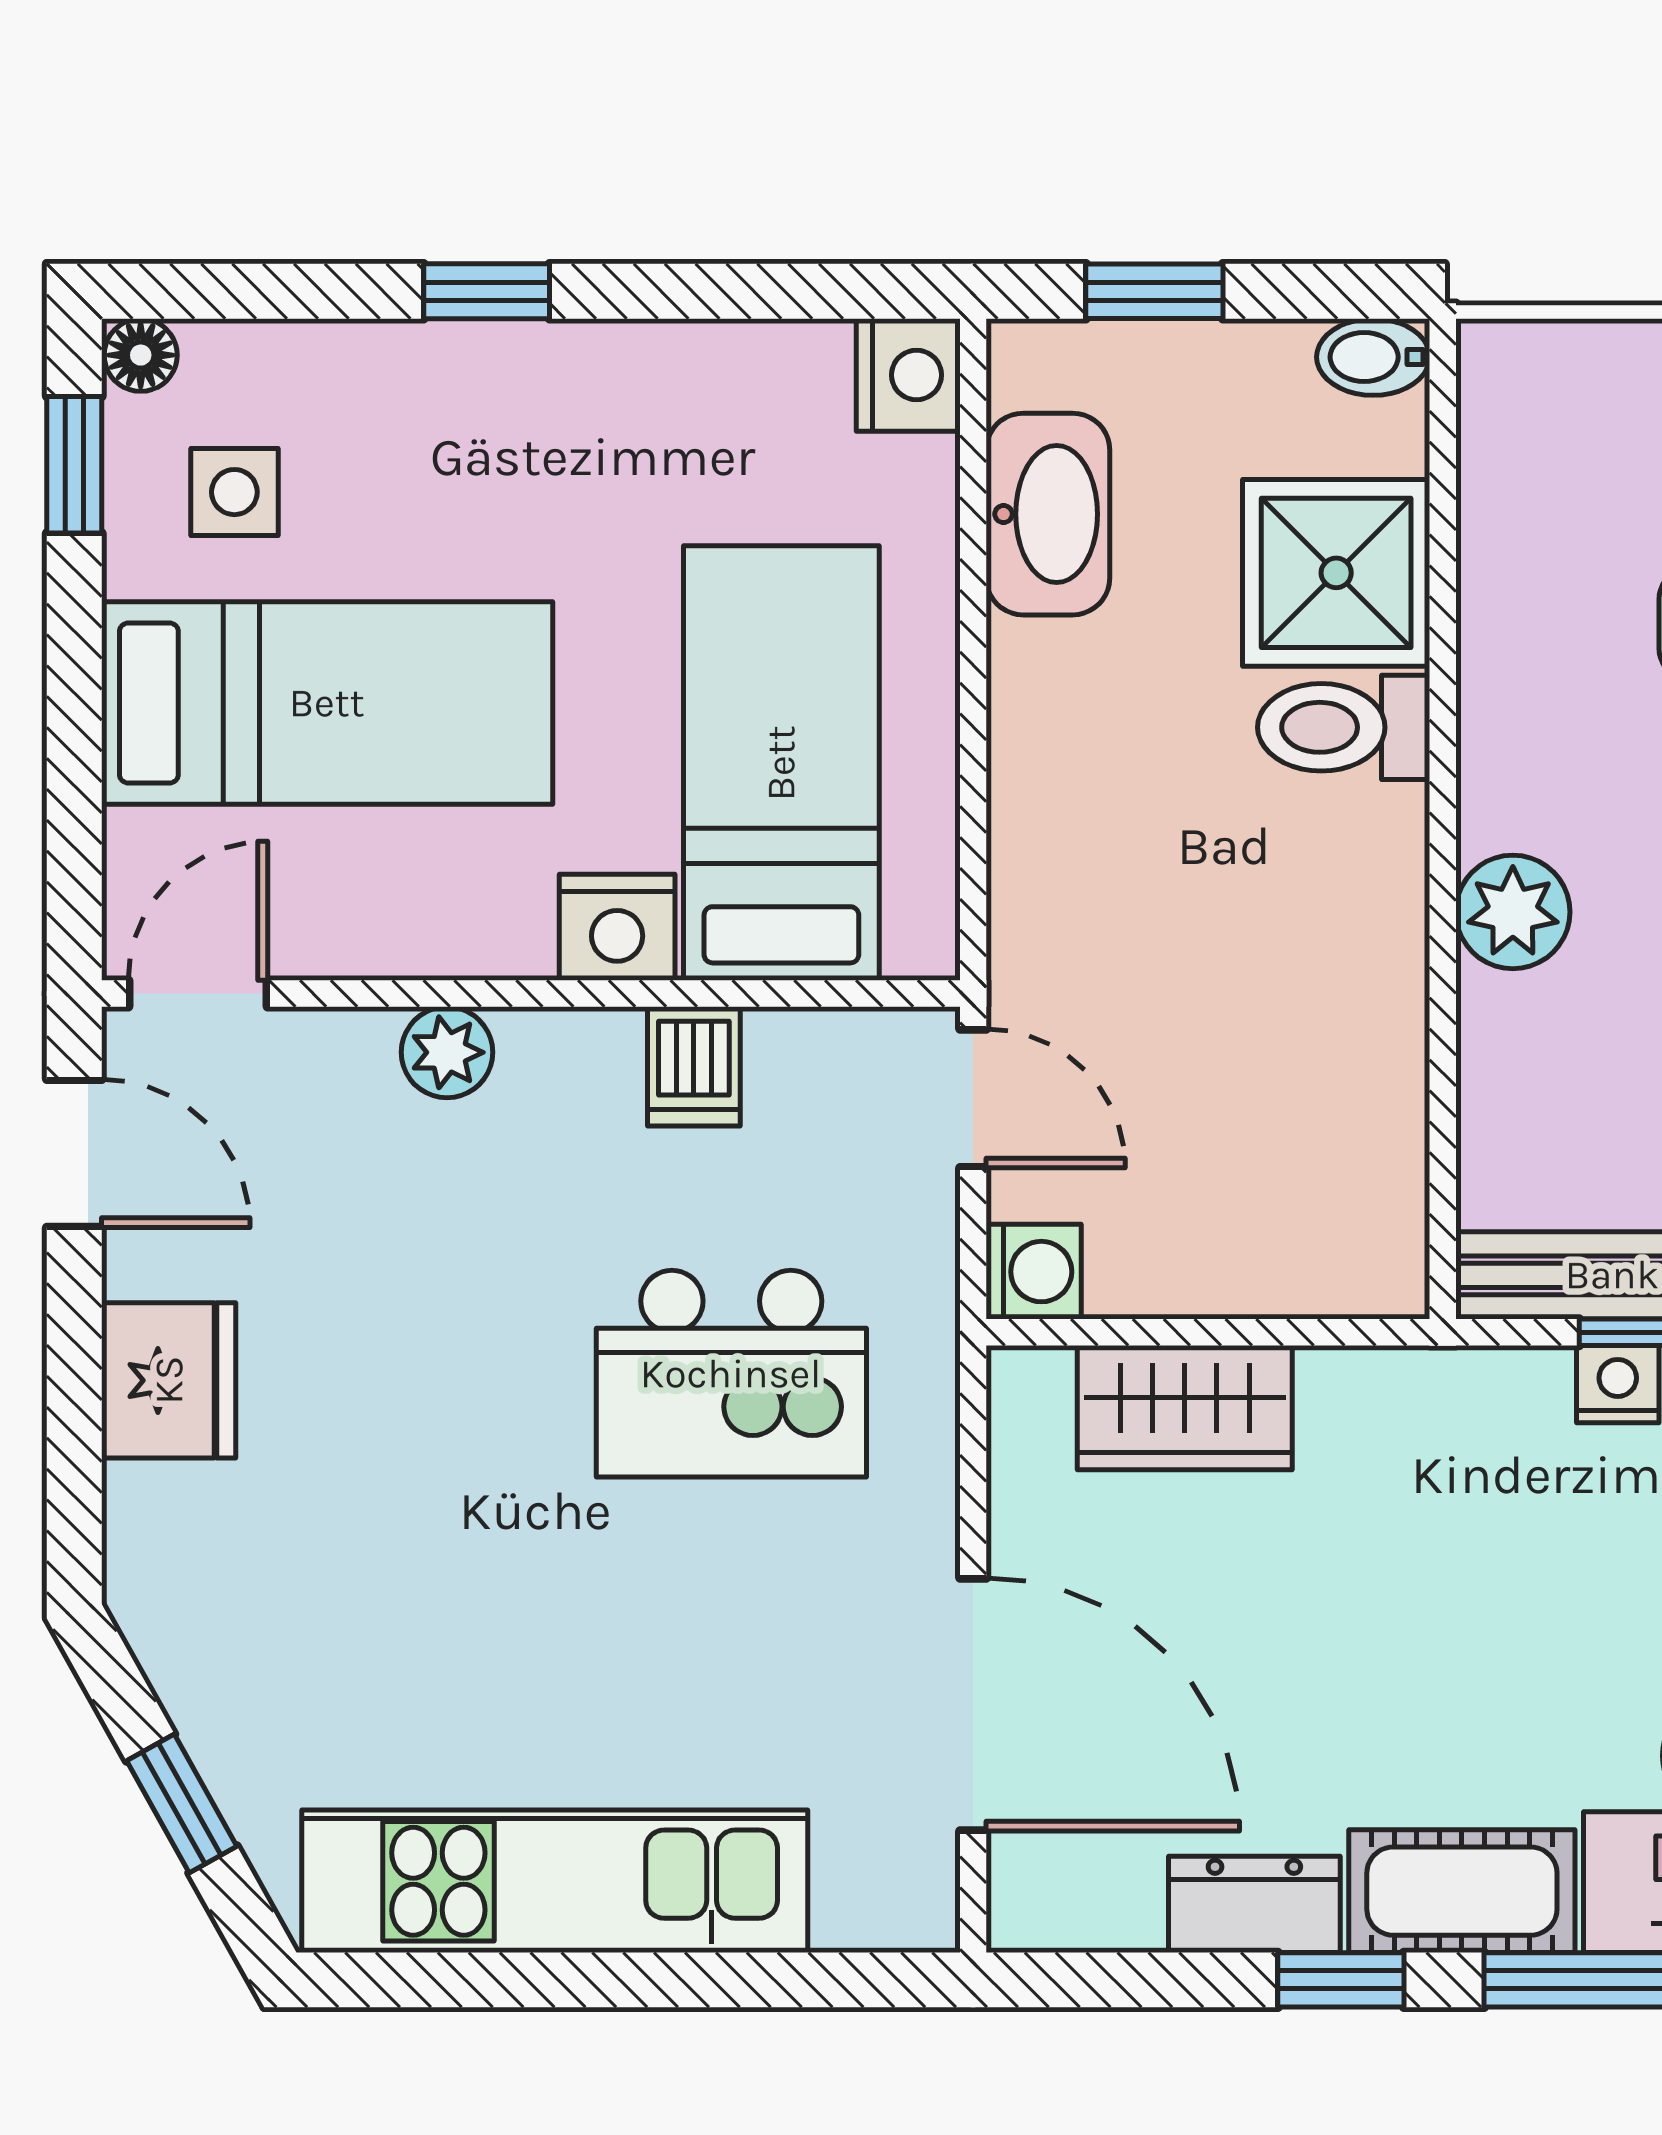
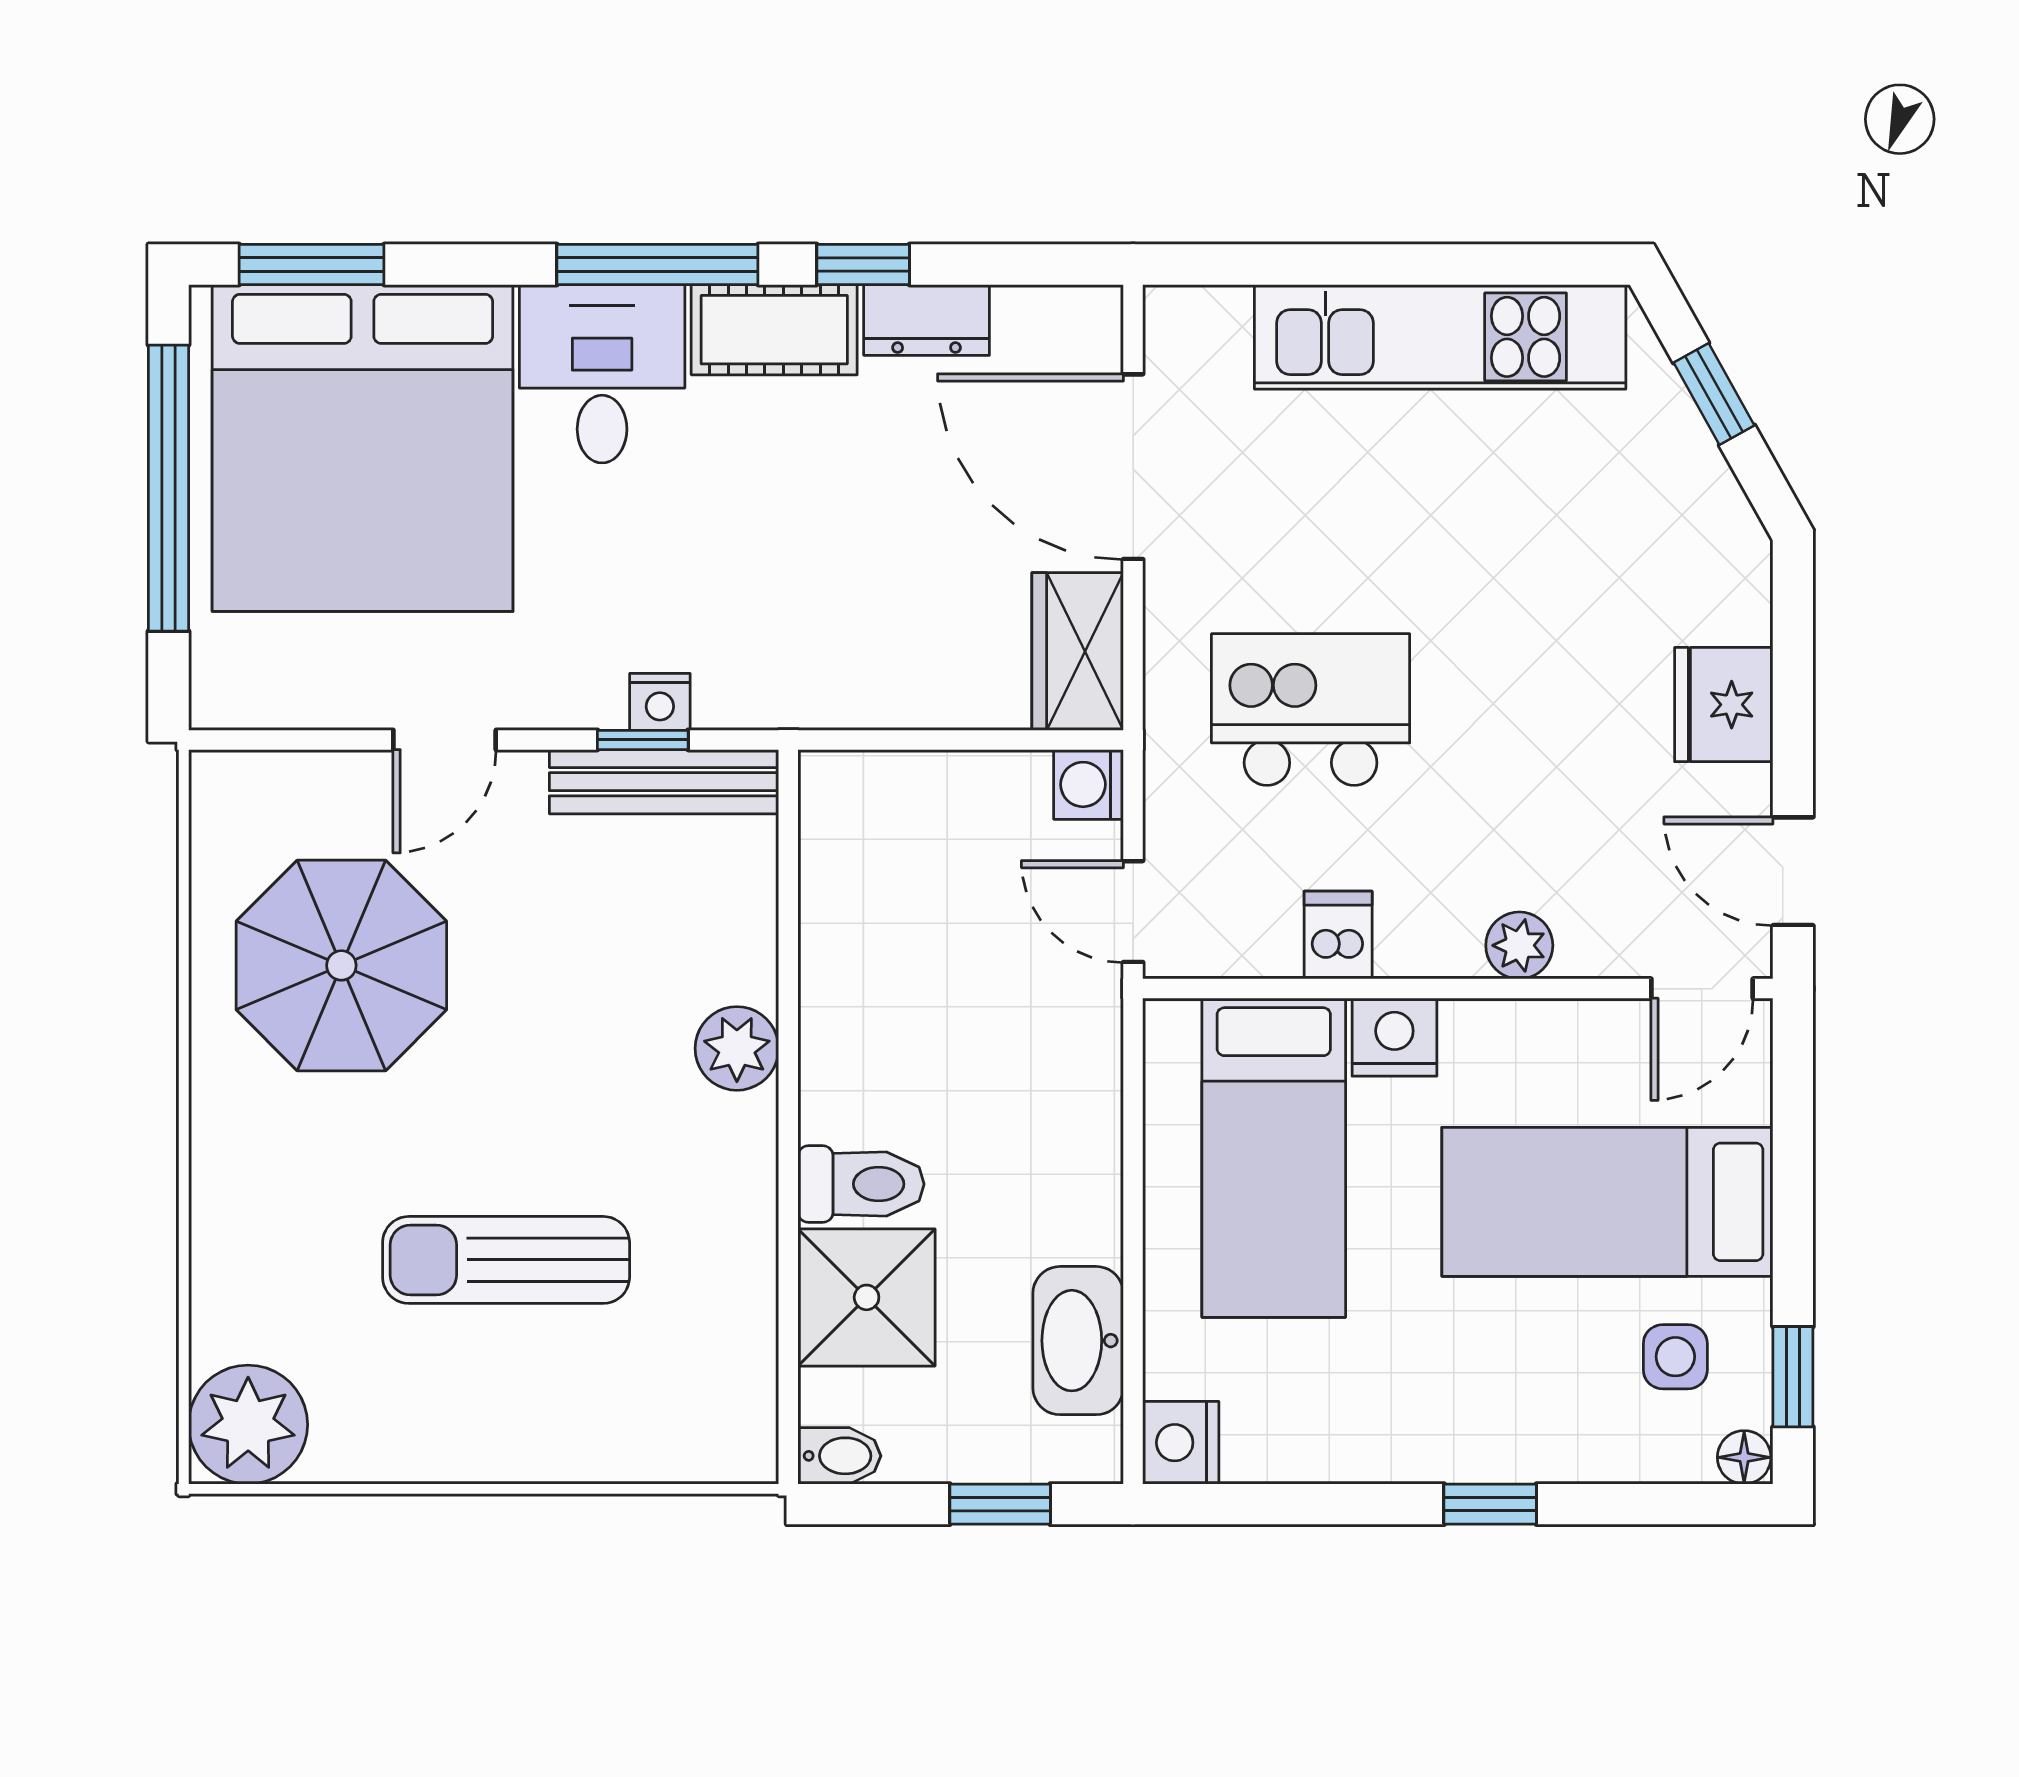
wardrobe: (1185, 1408) -> (1078, 651), moved, turned -90

